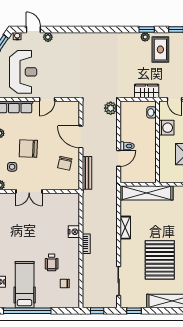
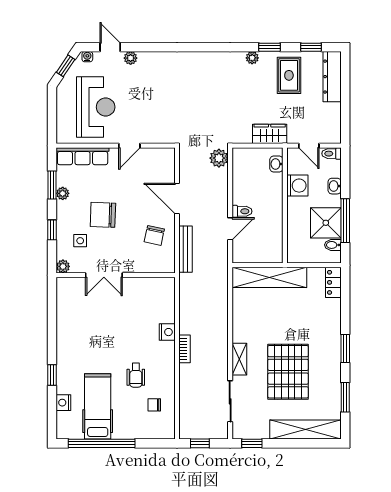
plant: (145, 37) -> (252, 58), moved
shelving: (125, 228) -> (239, 359), moved

